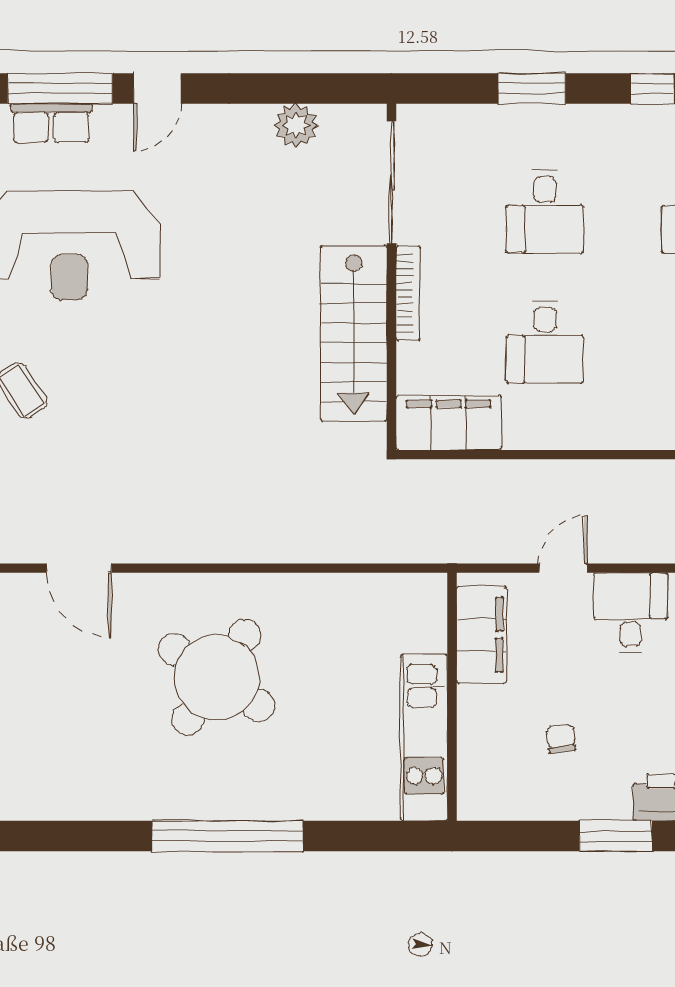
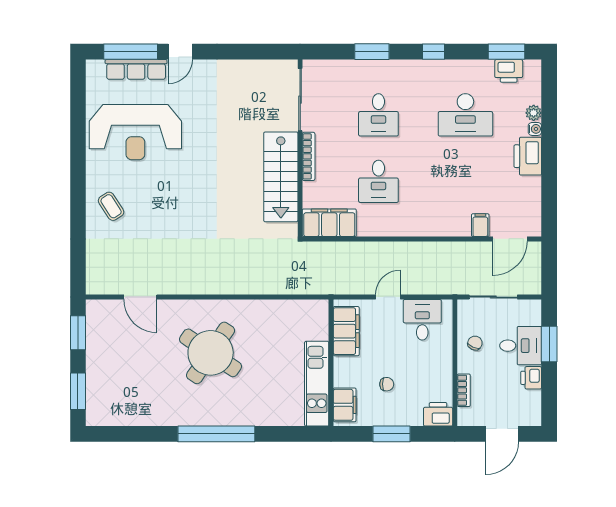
row of seats: (51, 123) -> (136, 69), width x1.48
plant: (296, 125) -> (251, 71), removed
chair: (561, 739) -> (387, 384), turned 97
filing cabinet: (479, 779) -> (345, 405), added
window: (616, 836) -> (392, 434), moved

